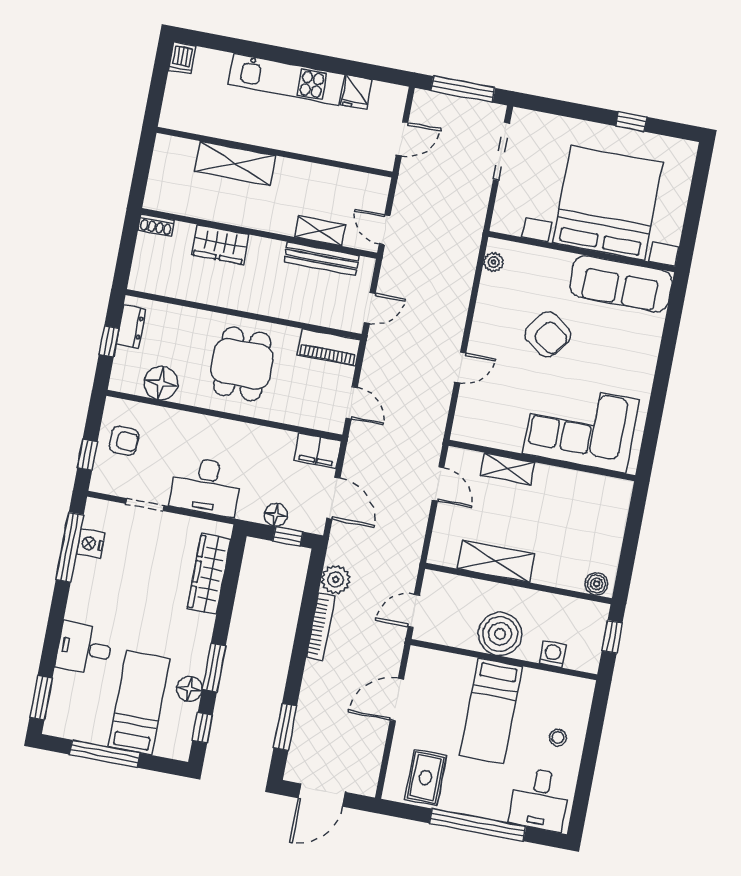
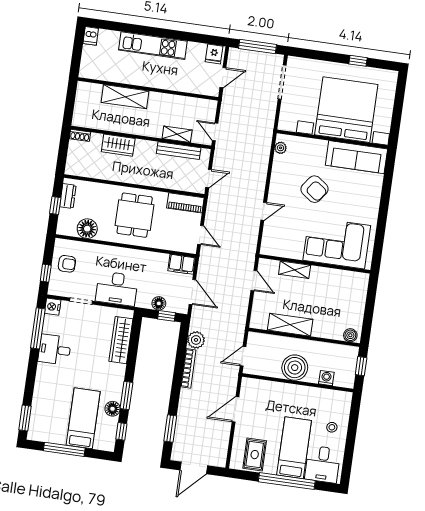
fridge: (356, 92) -> (214, 54), moved
nightstand: (91, 544) -> (53, 307), moved
desk: (84, 648) -> (55, 350), moved
bed: (491, 711) -> (294, 448), moved, turned 180

